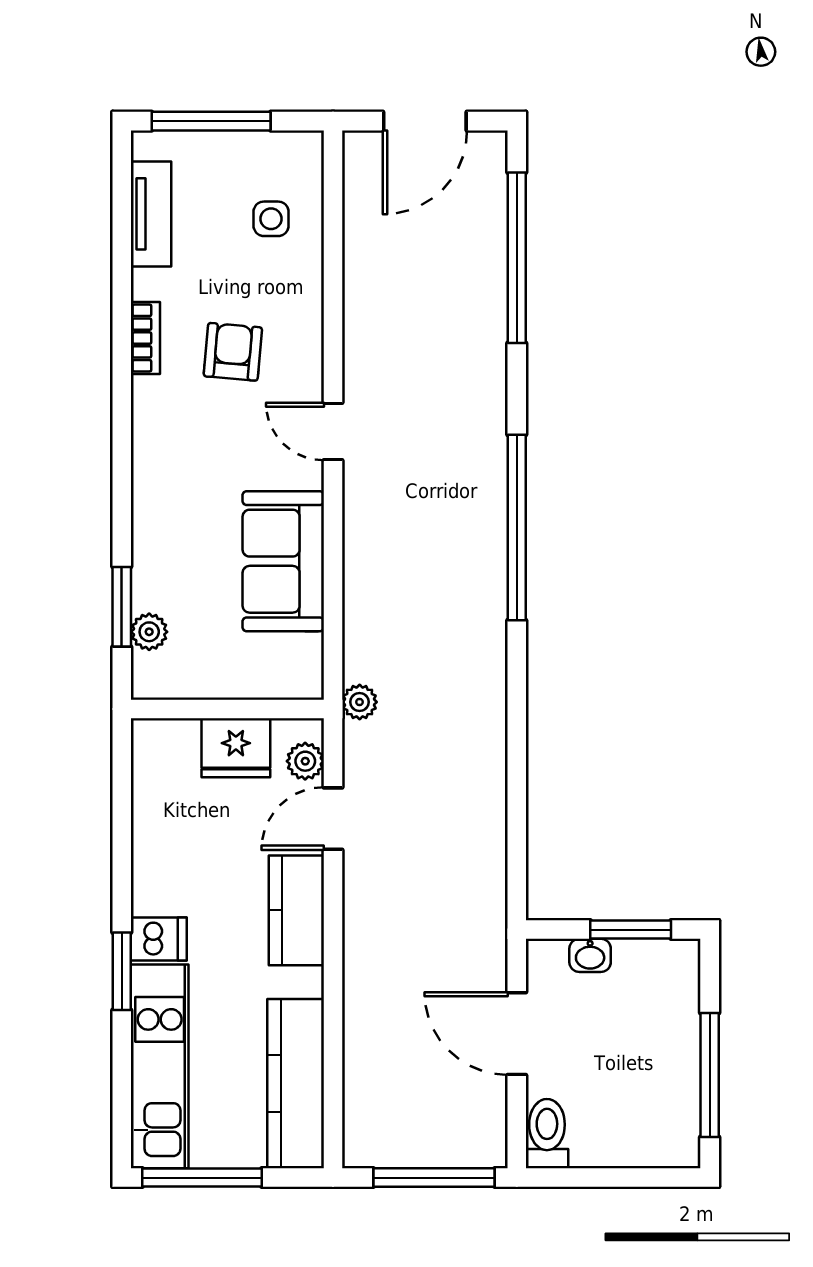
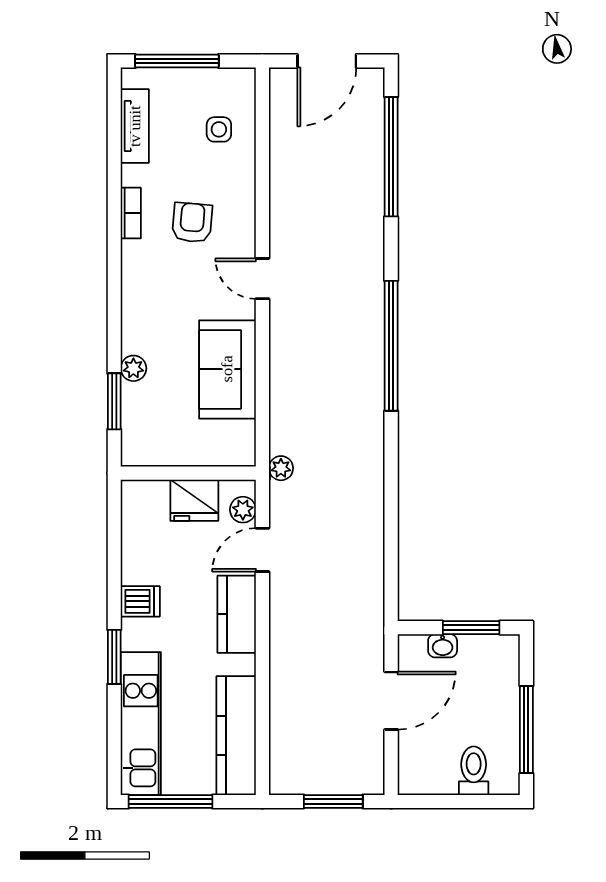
plant: (149, 632) -> (133, 368), moved
dishwasher: (159, 939) -> (140, 601), moved
door: (517, 1034) -> (391, 701), swing flipped
toilet: (547, 1134) -> (474, 771), moved
window: (434, 1178) -> (333, 802), width x0.69

